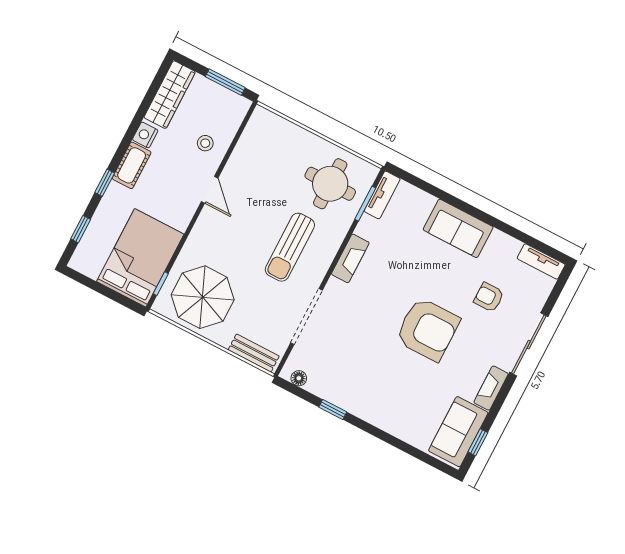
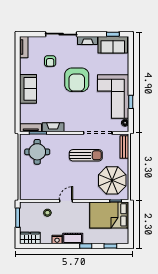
wardrobe: (170, 95) -> (30, 238), width x0.67
sun lounger: (290, 247) -> (86, 155), moved
fireplace: (350, 258) -> (53, 127), moved
armchair: (428, 329) -> (77, 80), turned 180
corner sofa: (360, 381) -> (113, 96), added

